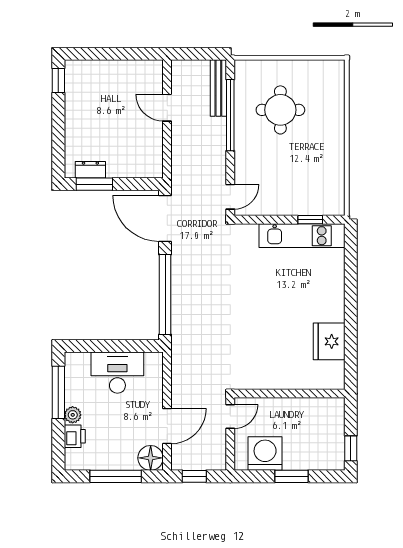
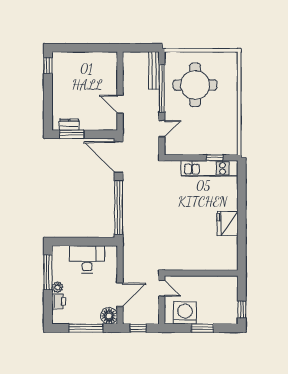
door: (167, 108) -> (120, 104), moved
round table: (280, 110) -> (195, 85), width x1.36, depth x1.36
door: (230, 197) -> (162, 129), moved
fridge: (329, 341) -> (227, 224), moved
door: (230, 417) -> (162, 288), hinge flipped

